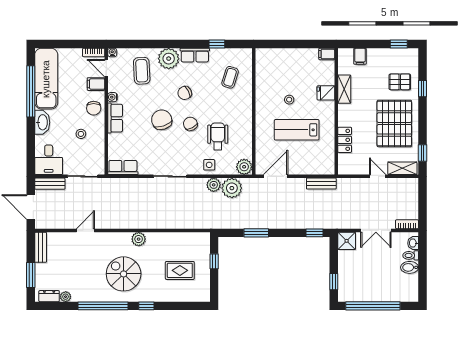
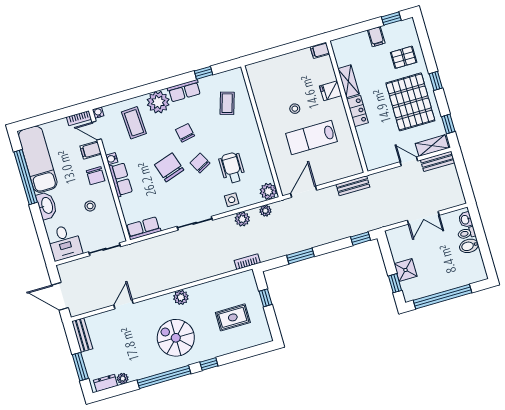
filing cabinet: (360, 56) -> (376, 37), moved
window: (422, 89) -> (436, 81), moved
chair: (185, 93) -> (185, 133), turned 107
locker: (345, 140) -> (357, 111), moved
bench: (50, 184) -> (438, 161), moved
plant: (232, 188) -> (265, 211), width x0.53, depth x0.53
bookcase: (407, 224) -> (247, 262), moved
shower: (347, 241) -> (406, 270), moved

